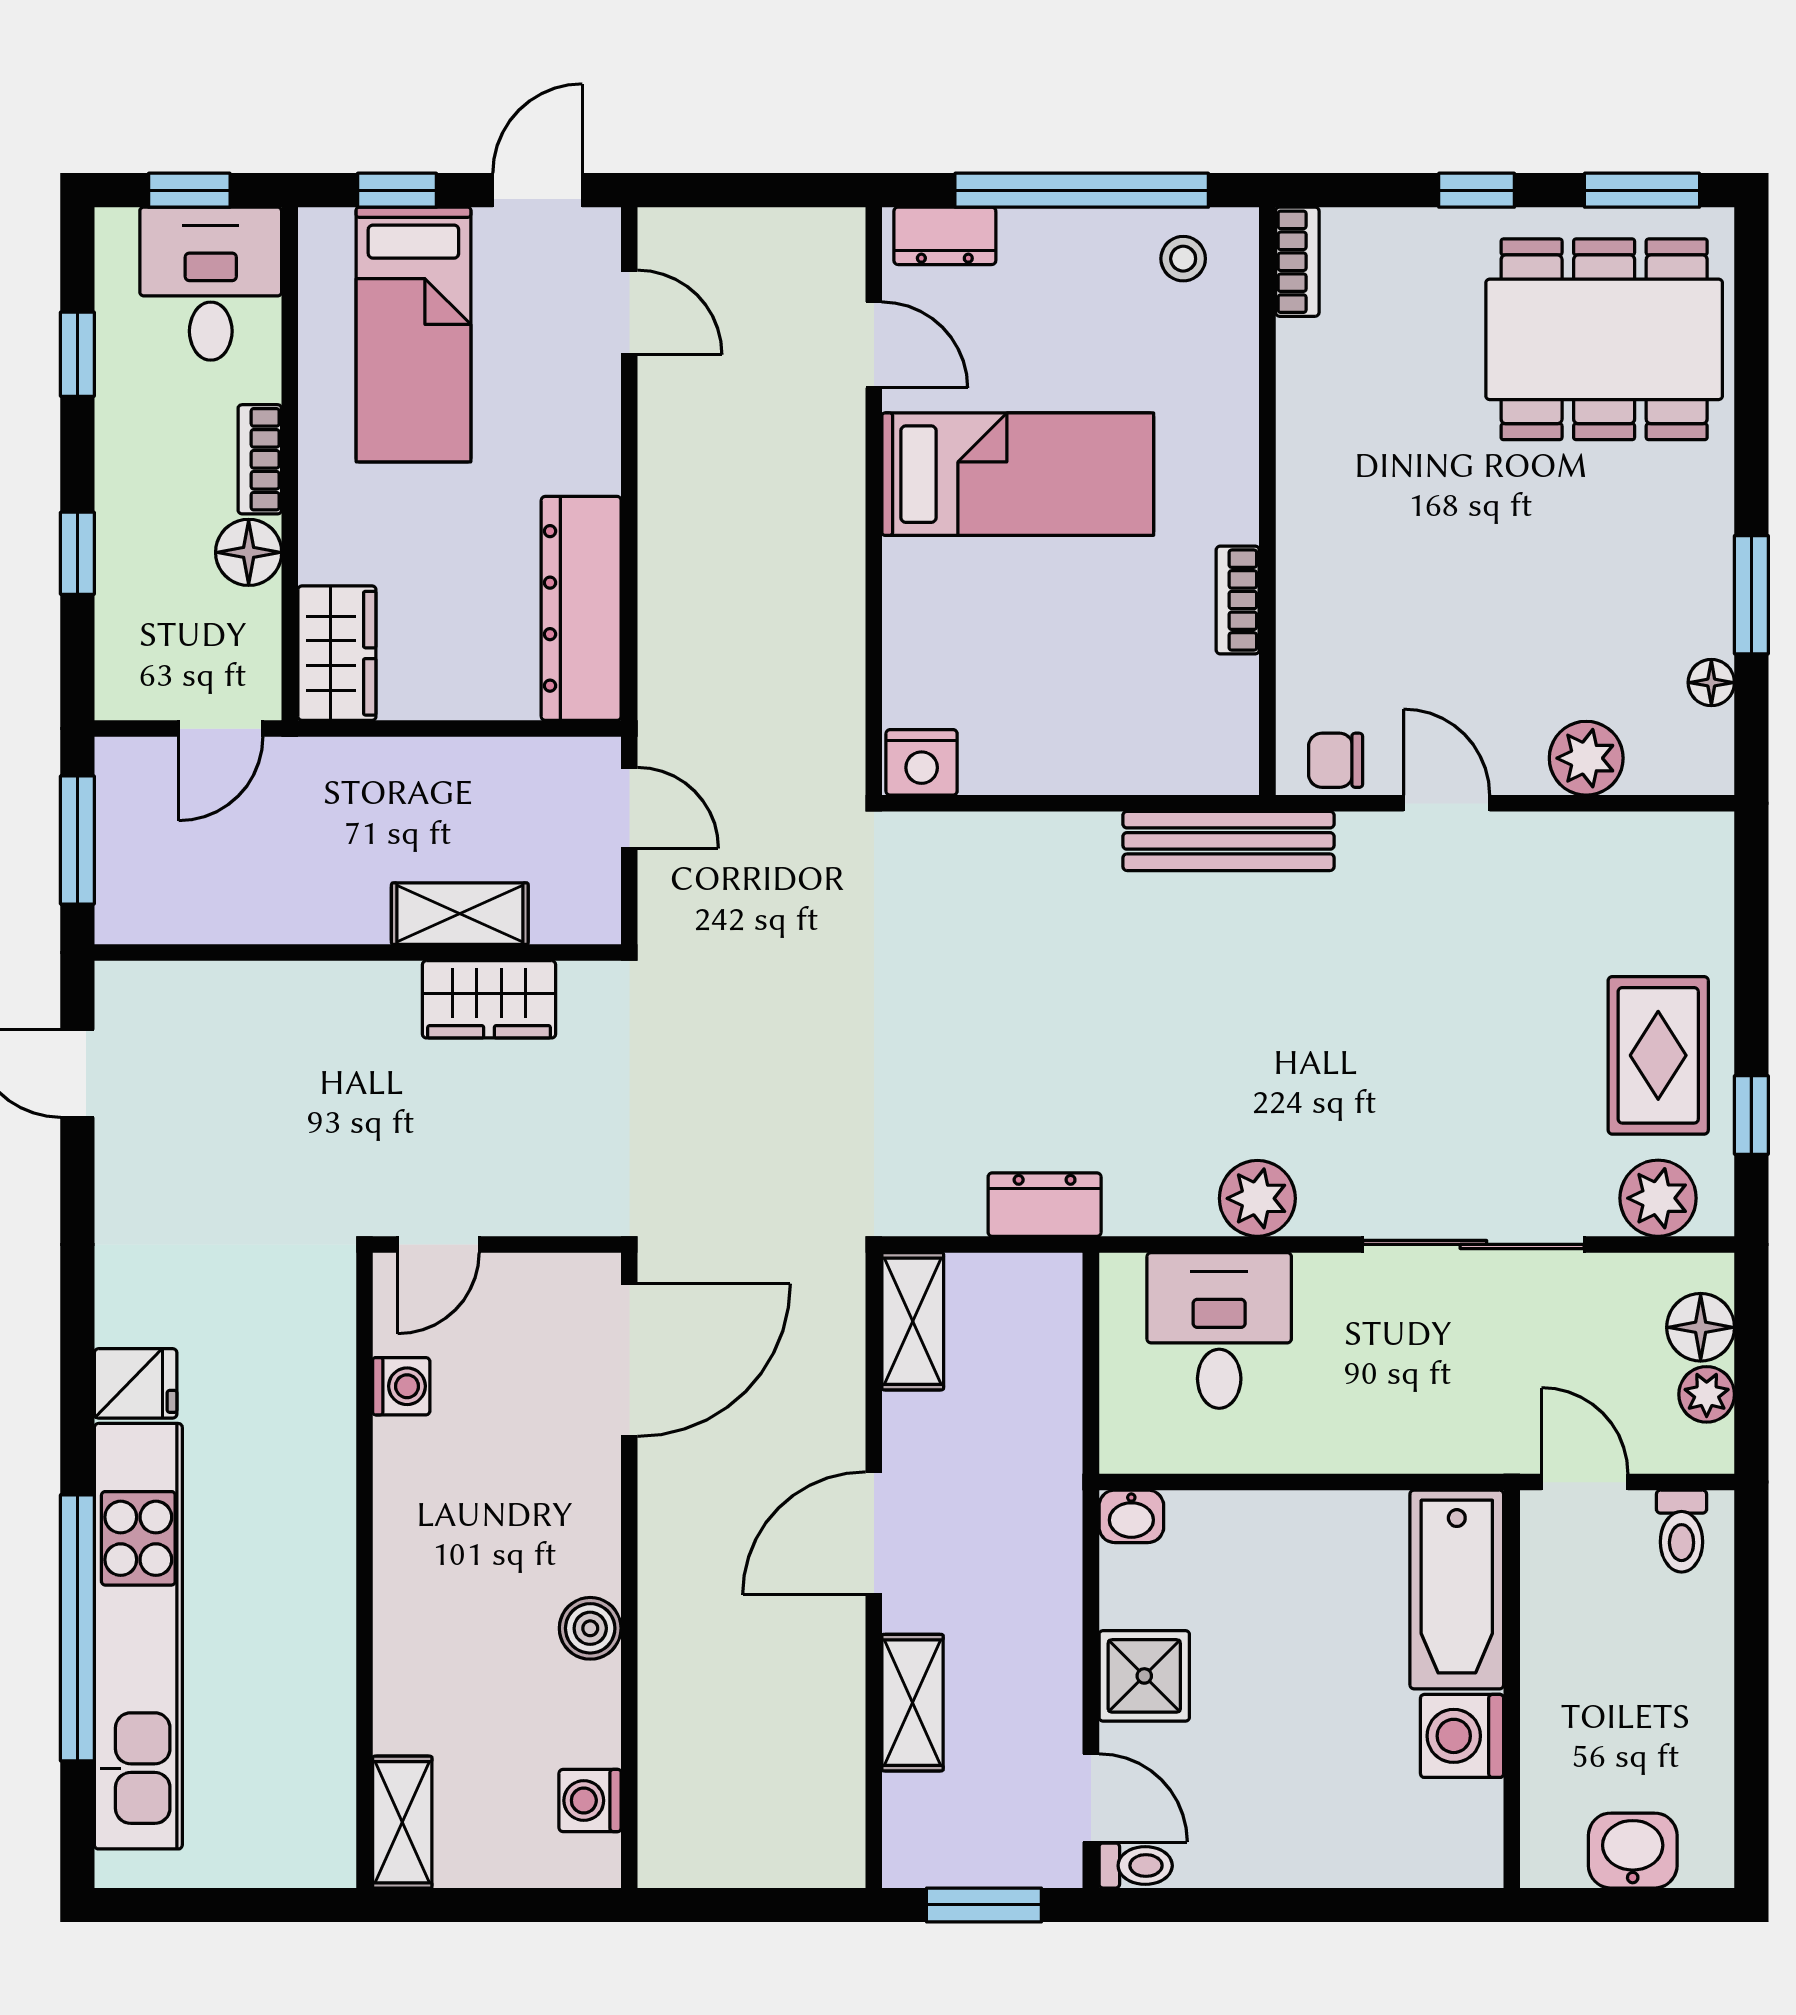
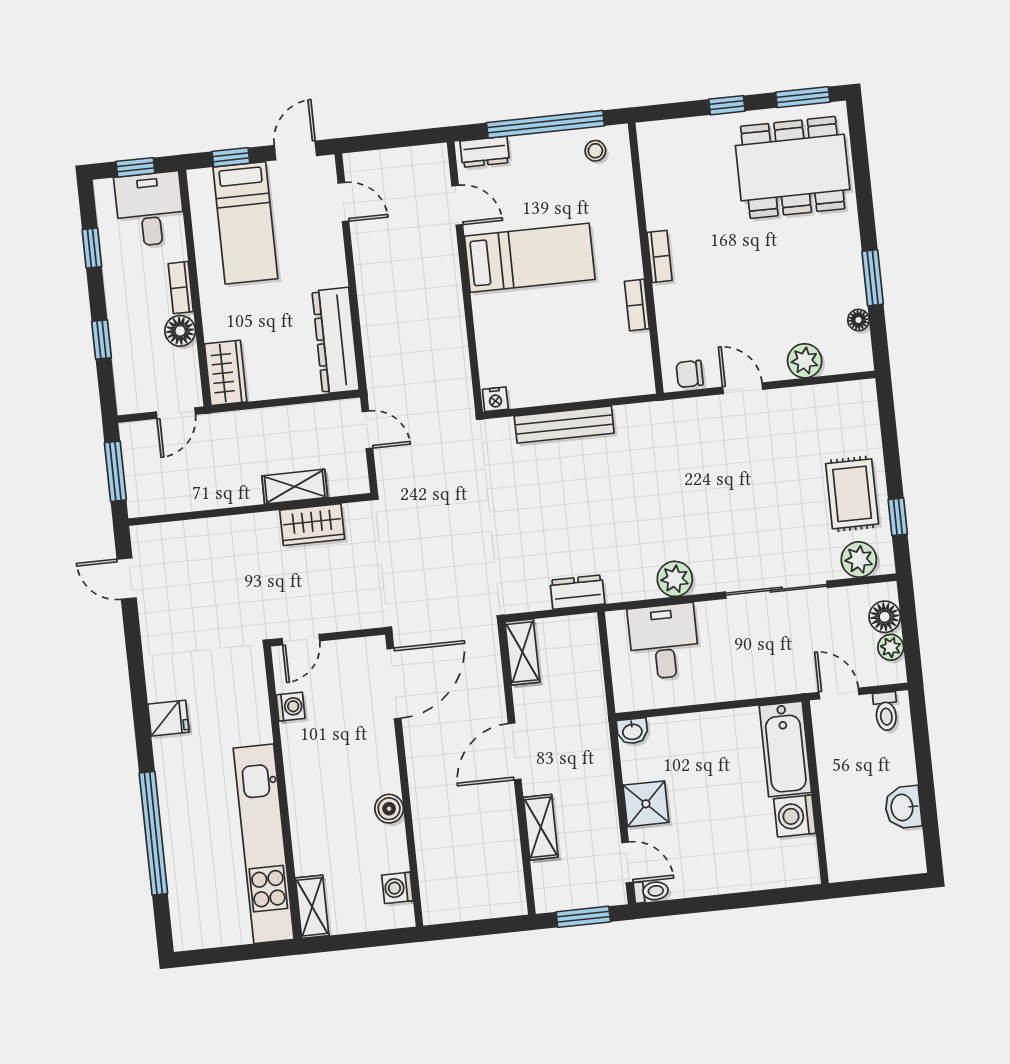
bookcase: (1297, 262) -> (659, 256), moved
nightstand: (922, 762) -> (495, 399), width x0.72, depth x0.74
bench: (1228, 841) -> (564, 425), moved
kitchen unit: (138, 1636) -> (264, 844), moved, turned 180
washbasin: (1633, 1851) -> (903, 807), moved, turned -90

